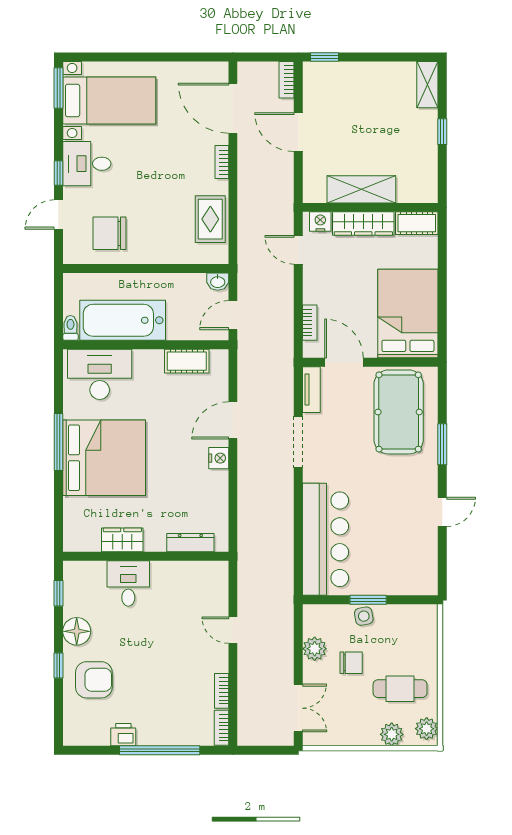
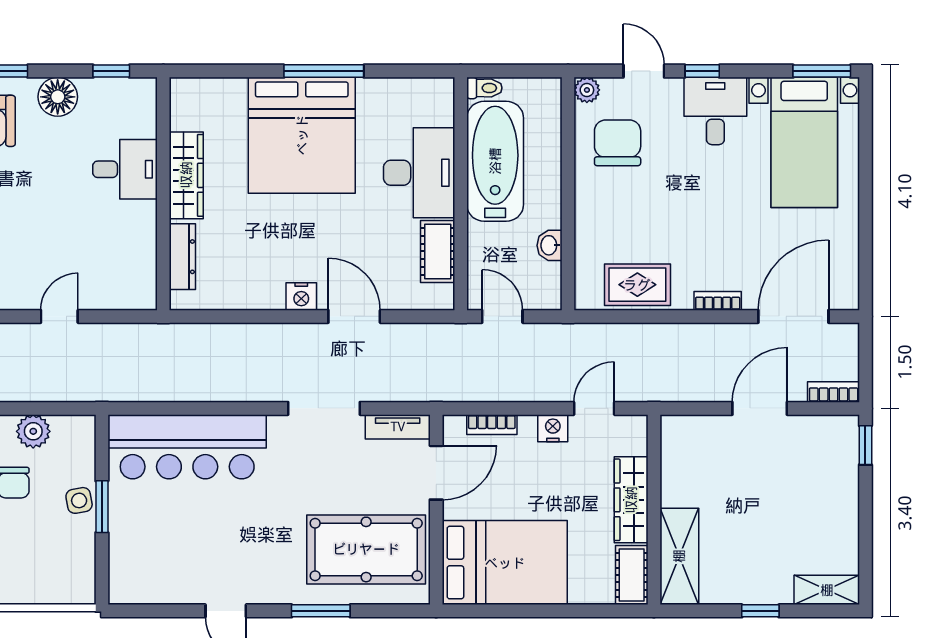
shelving: (361, 189) -> (679, 556), moved
nightstand: (320, 222) -> (553, 428), moved, turned -90
plant: (72, 255) -> (587, 90), added
washbasin: (218, 282) -> (550, 245), moved
desk: (100, 374) -> (419, 173), moved
wardrobe: (122, 540) -> (186, 175), width x1.50

